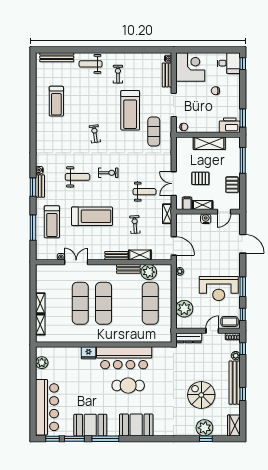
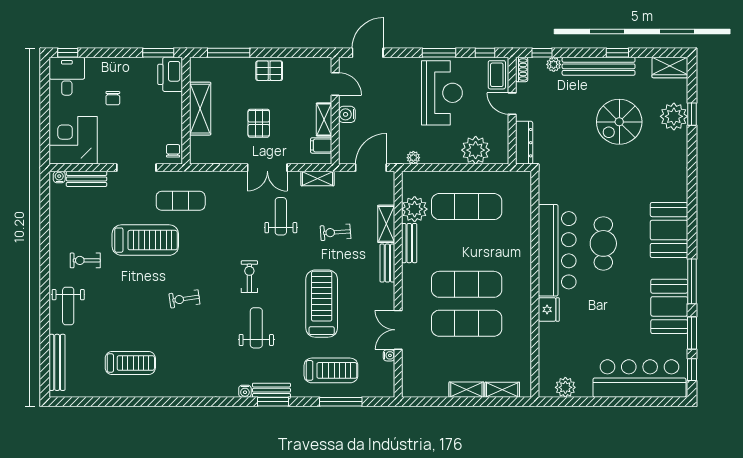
filing cabinet: (187, 203) -> (321, 145), moved
shelving: (203, 205) -> (324, 119), moved
wall: (208, 212) -> (335, 111), moved
door: (224, 212) -> (335, 84), moved
water cooler: (206, 219) -> (347, 114), moved

